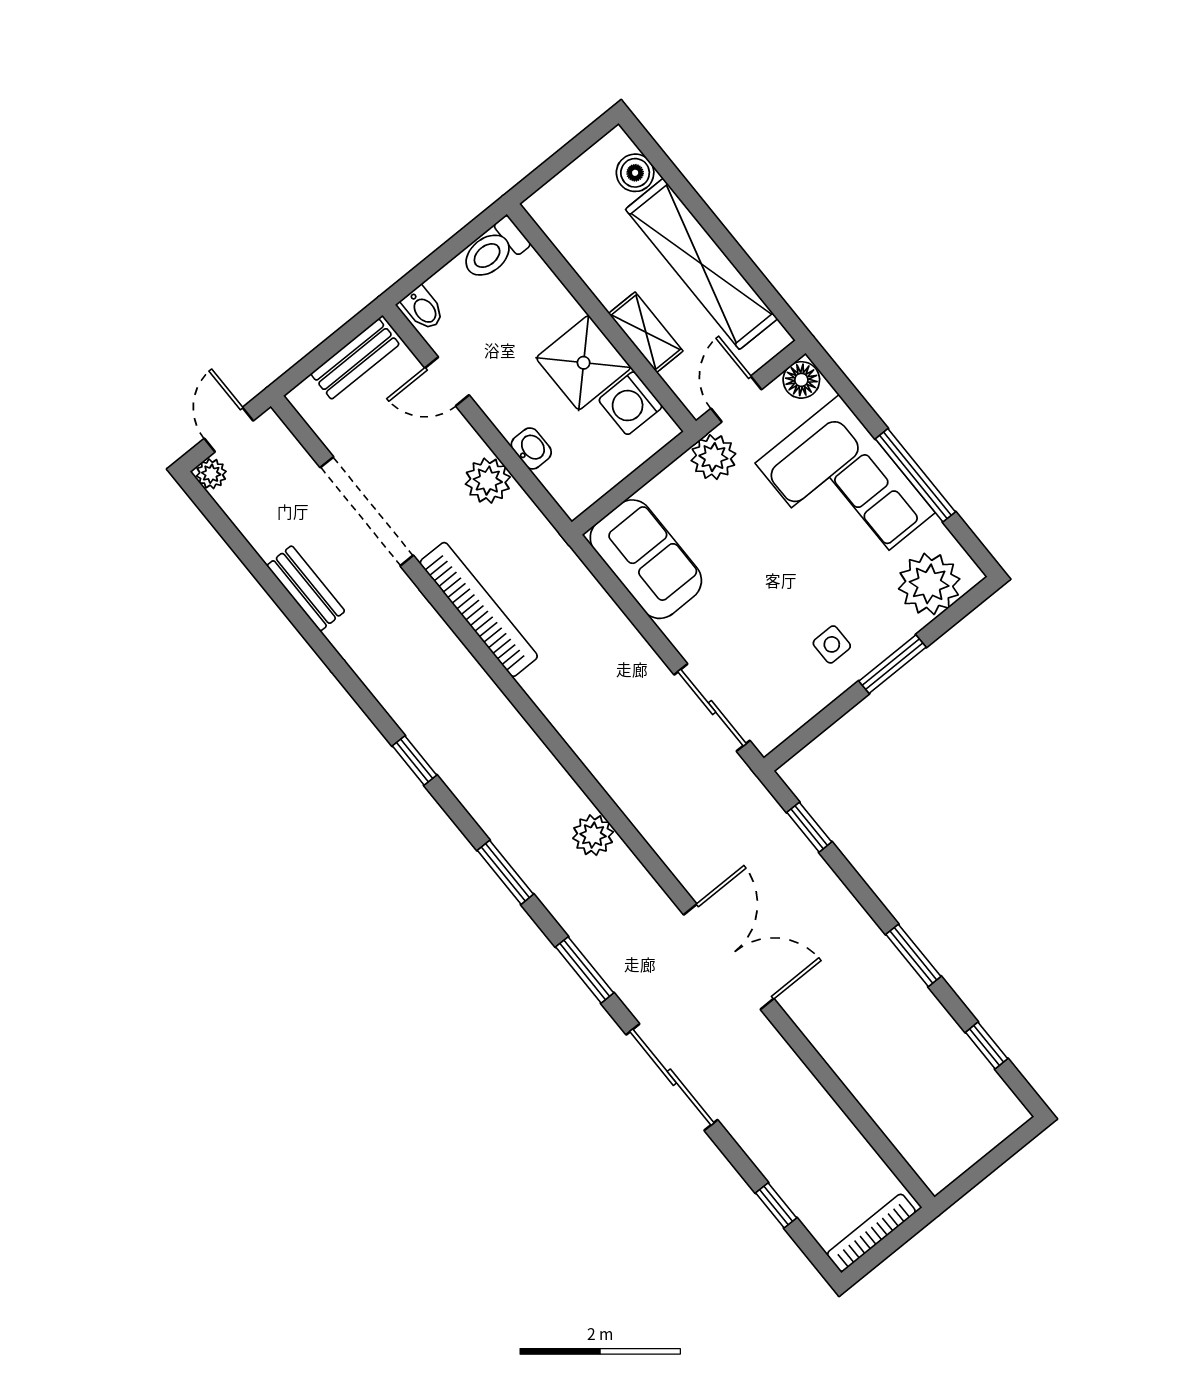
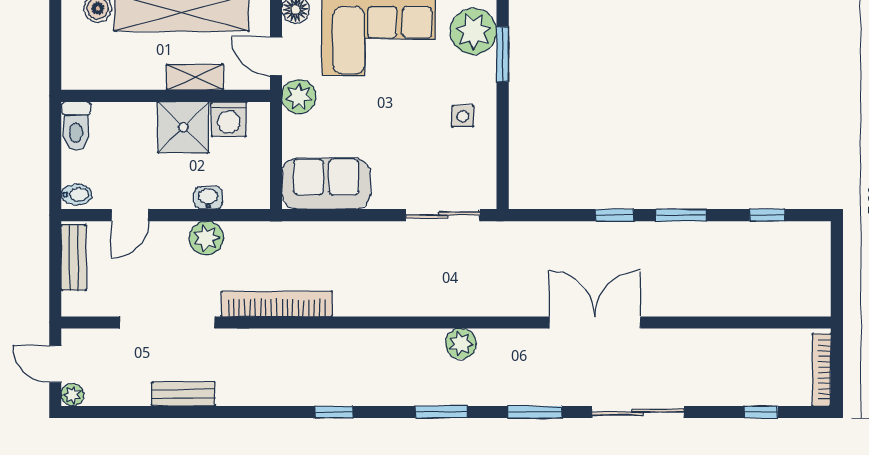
window: (893, 664) -> (503, 54), moved
window: (809, 827) -> (615, 215), moved

